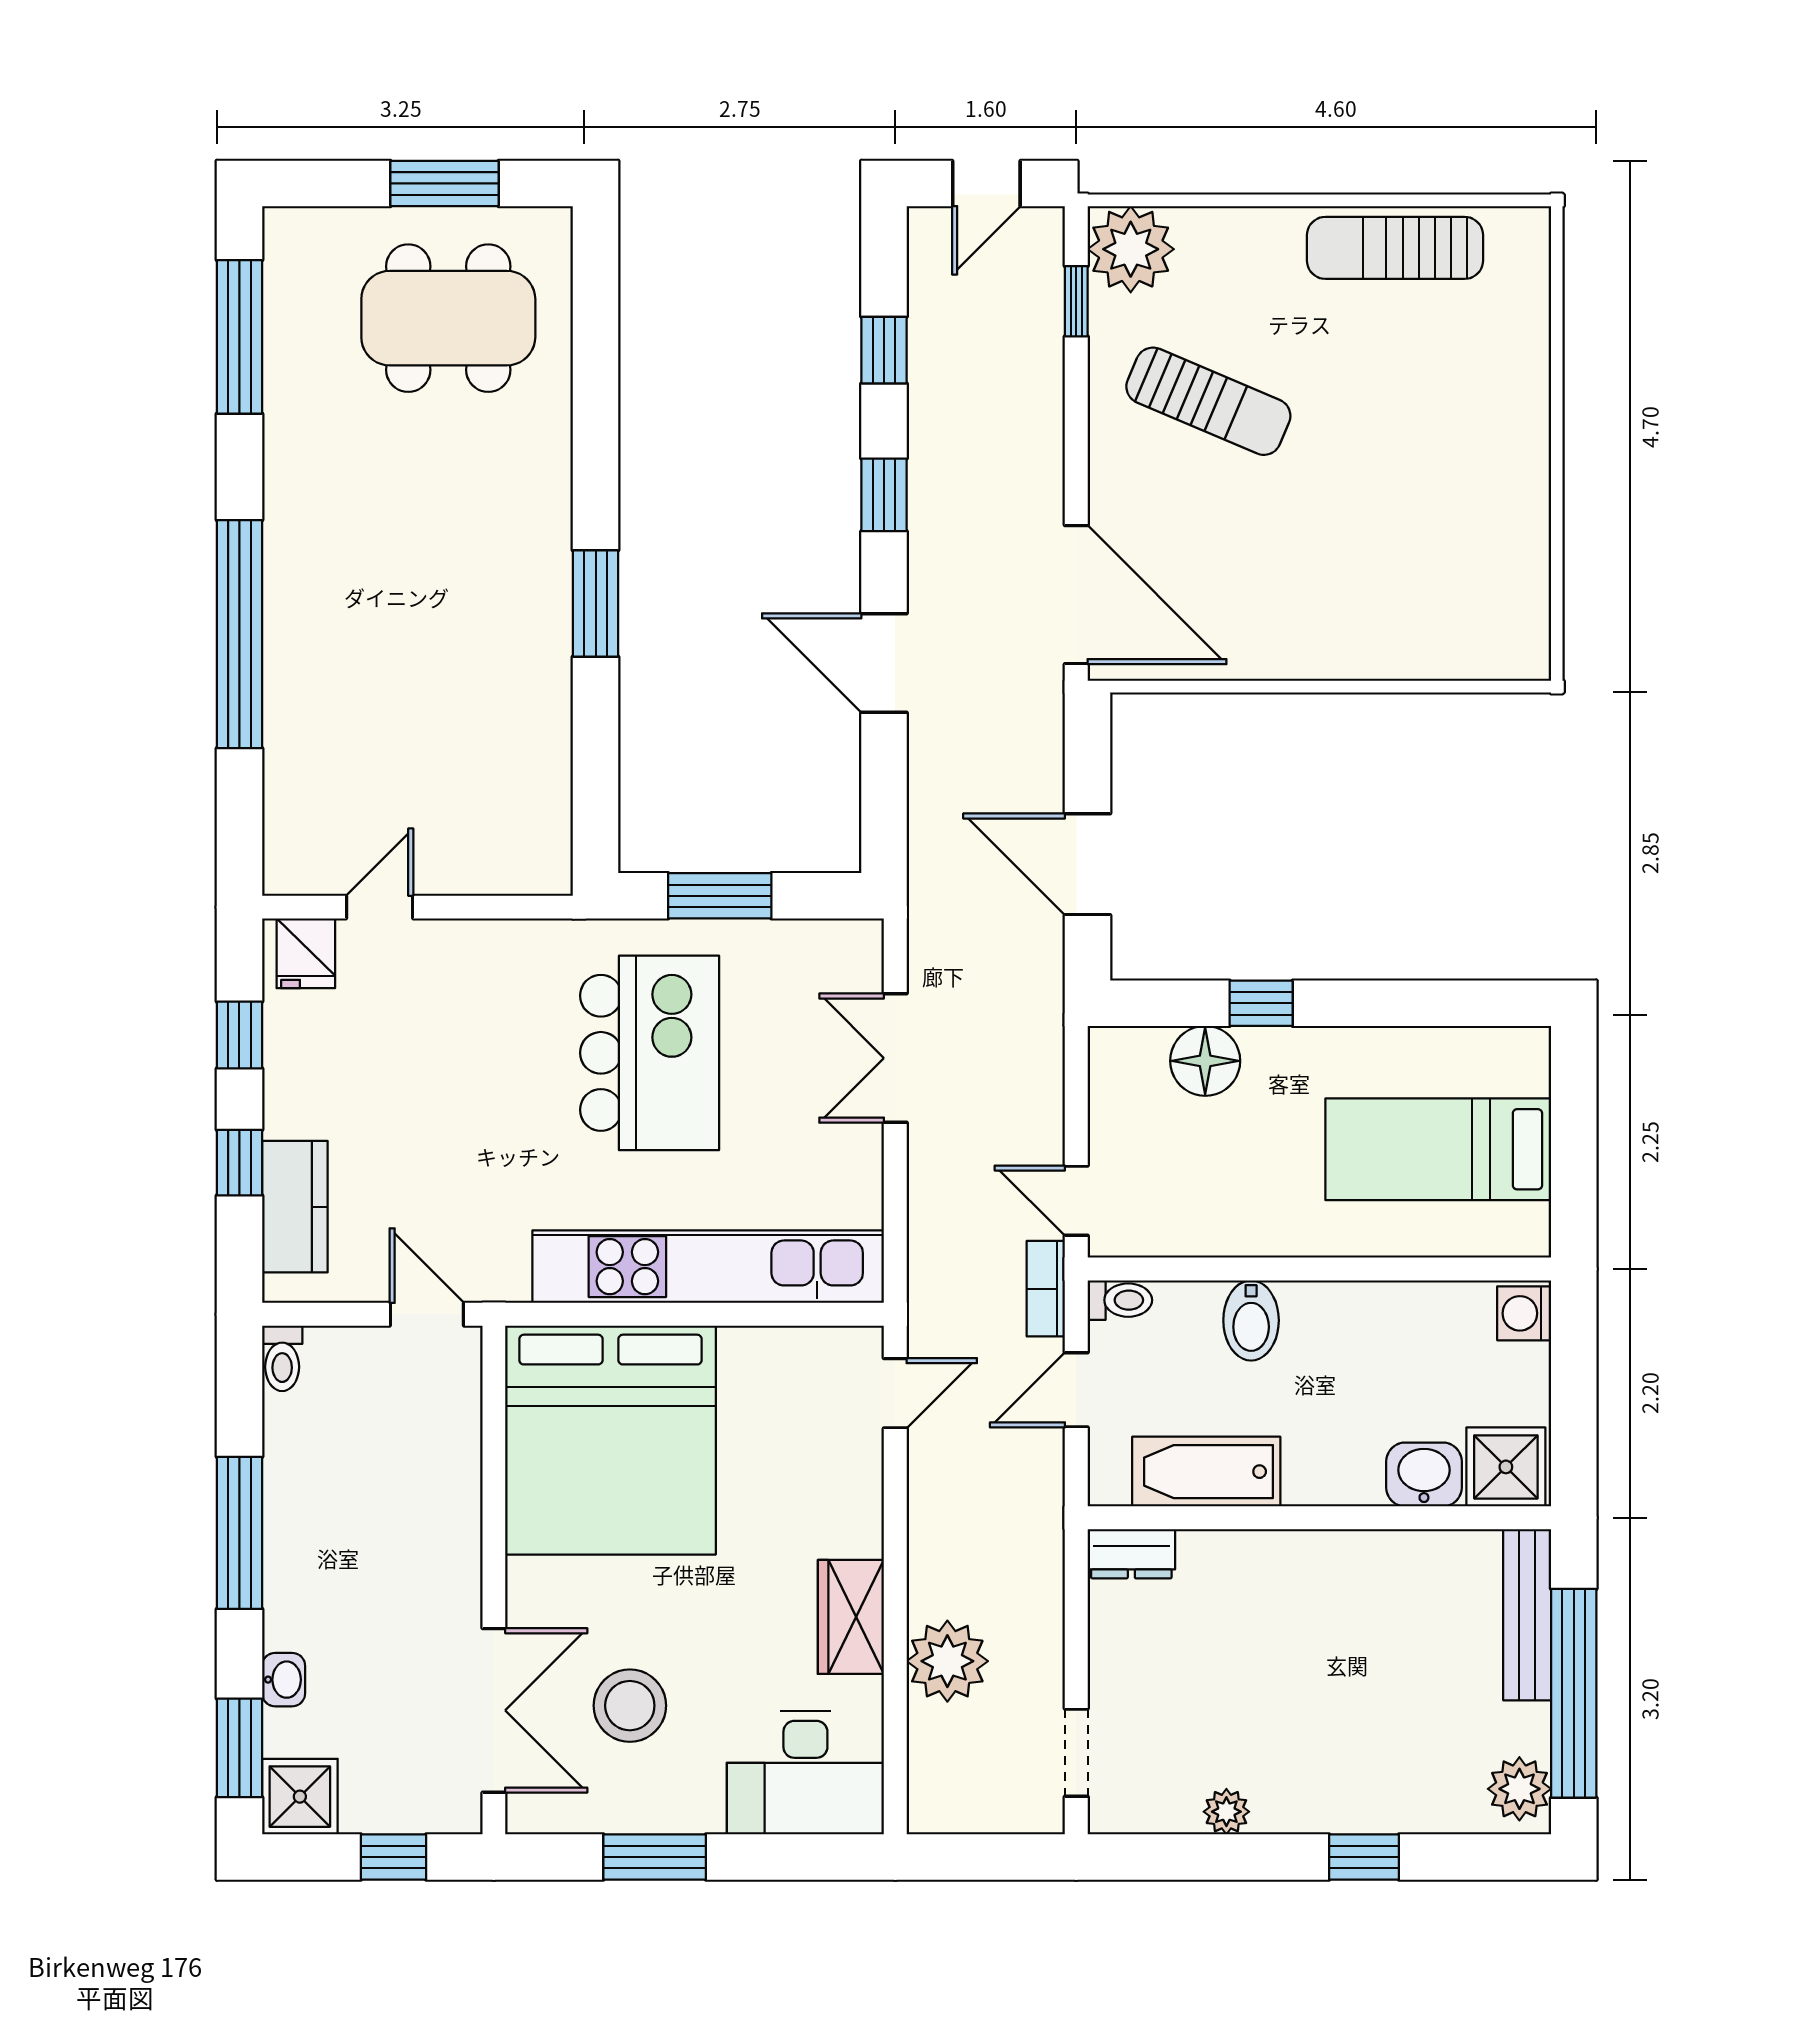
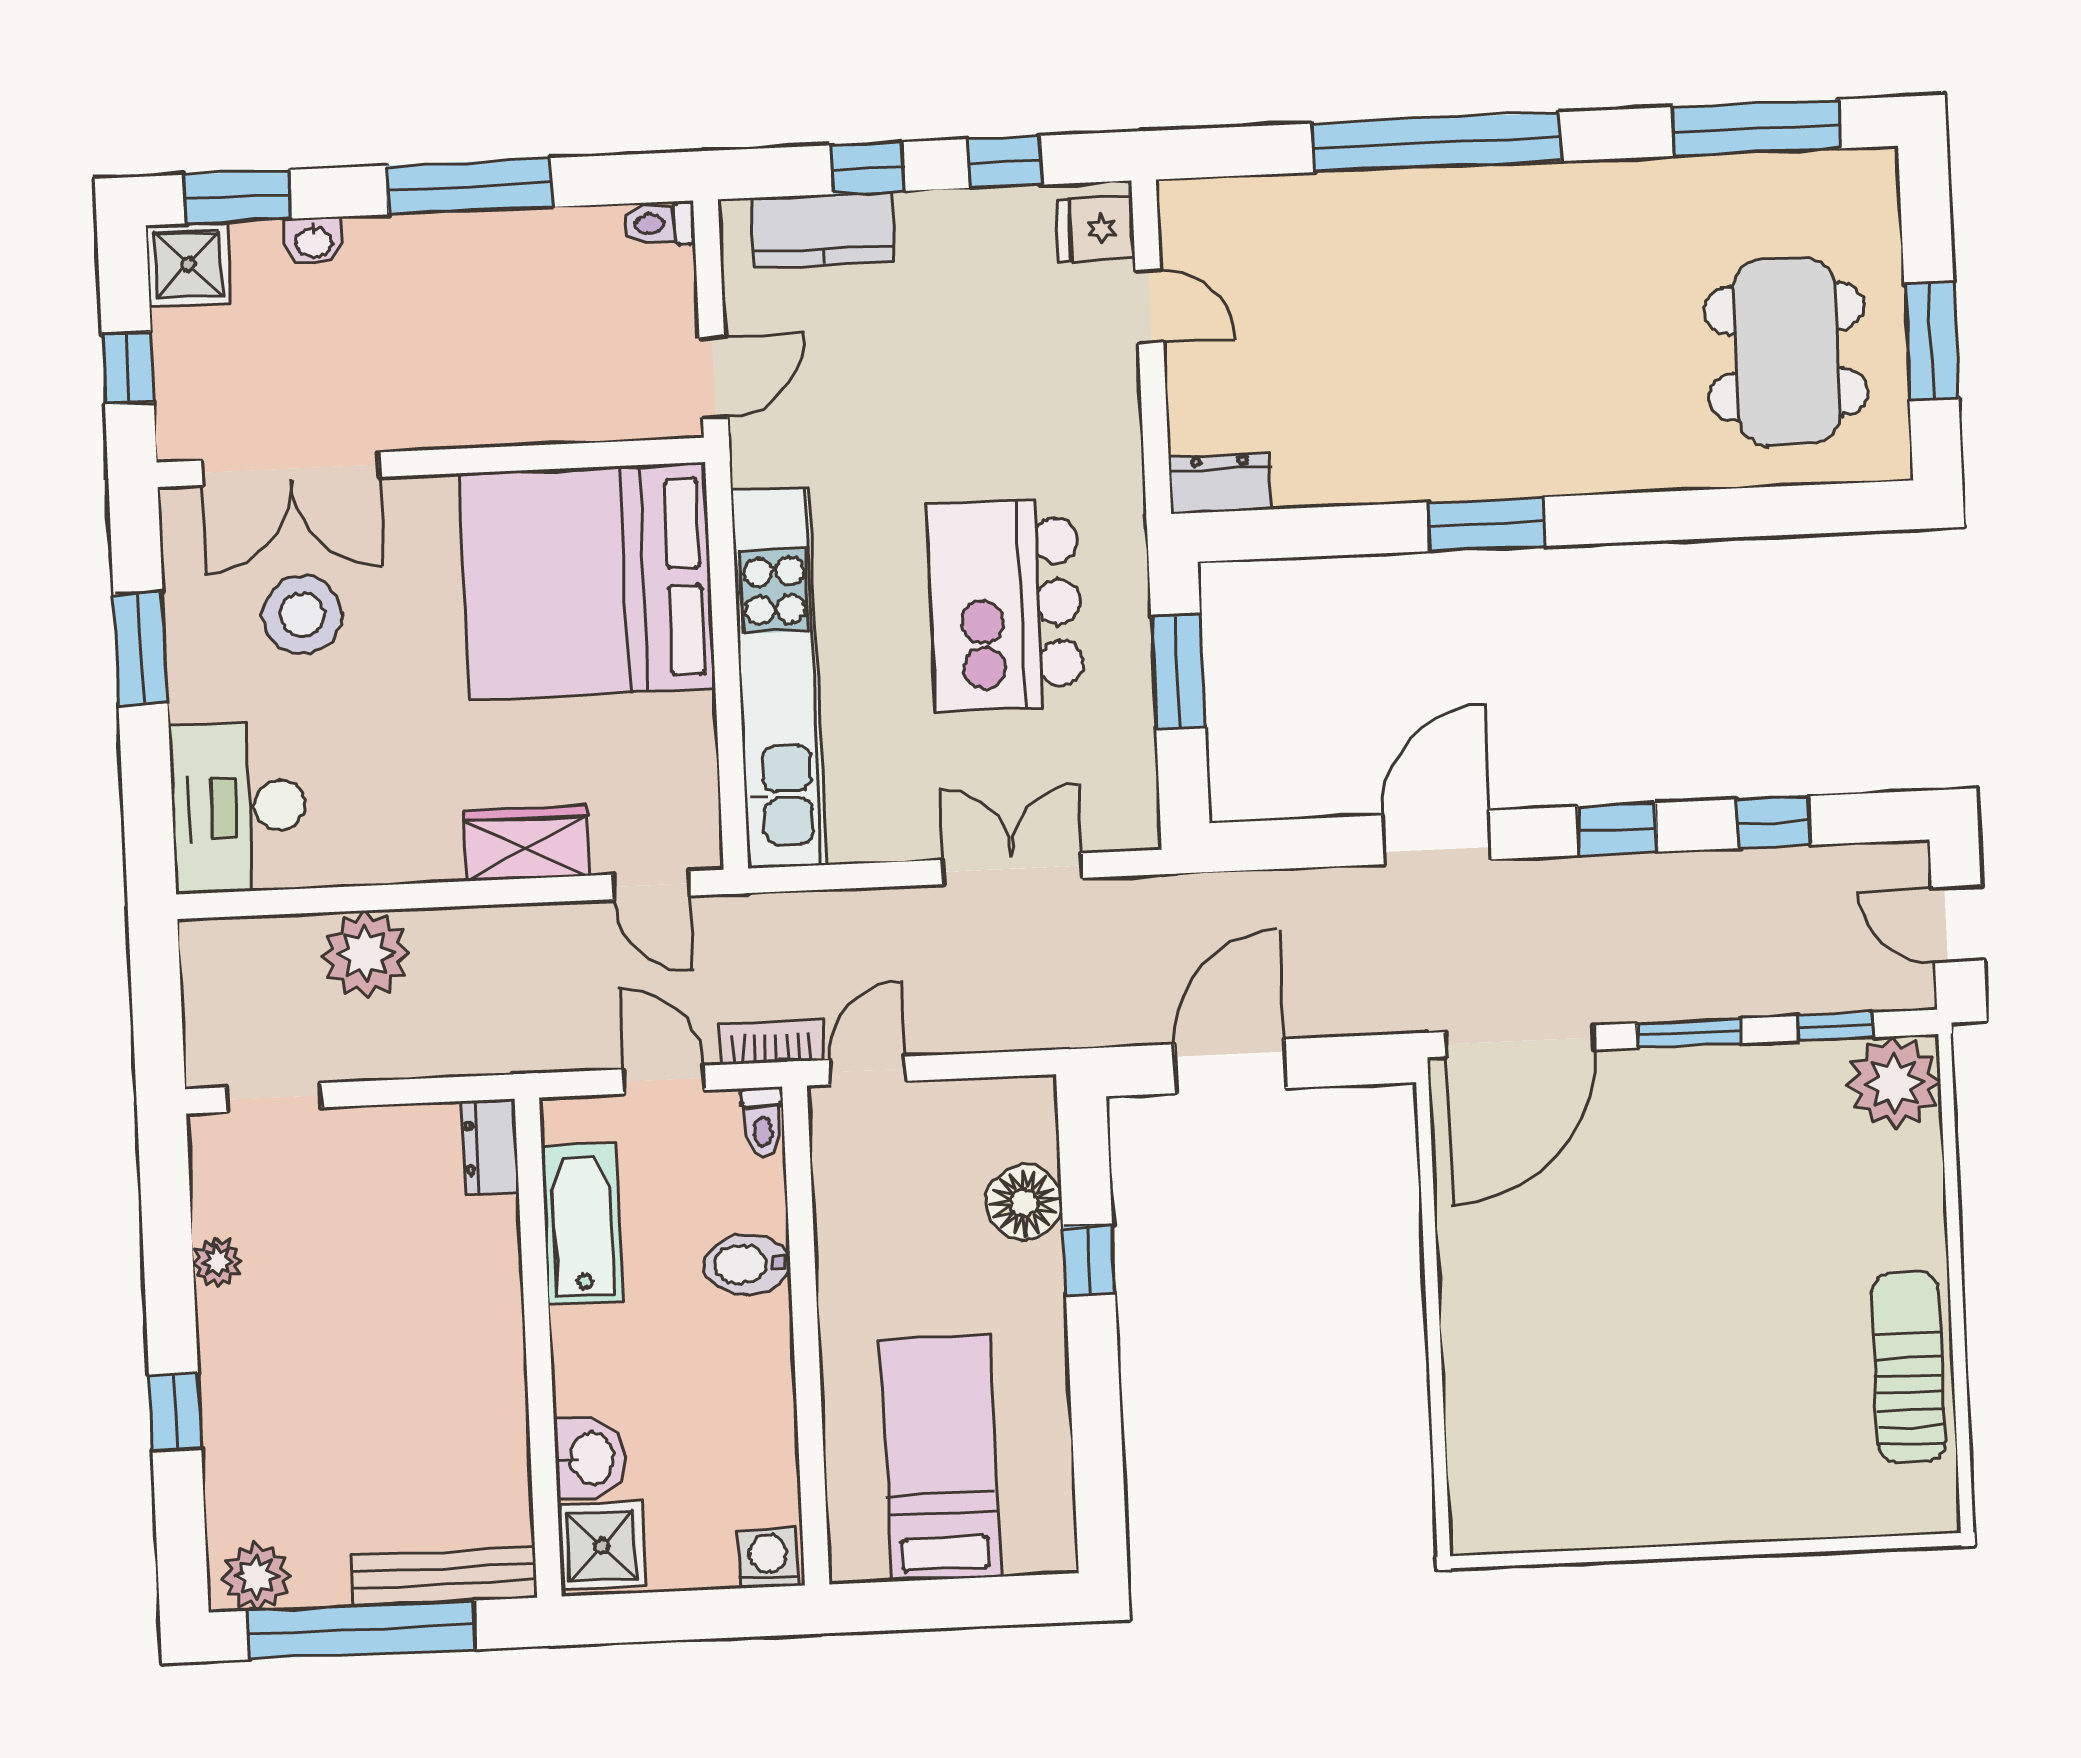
sun lounger: (1208, 401) -> (1734, 1174), removed
window: (1076, 437) -> (1689, 1033), added
dresser: (547, 849) -> (1220, 483), added
kitchen island: (650, 1053) -> (1006, 604), turned 90
wardrobe: (851, 1617) -> (527, 843), moved

